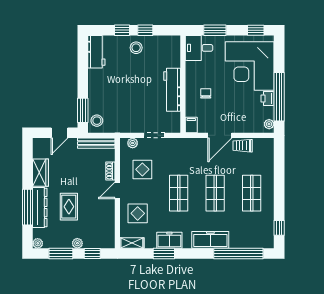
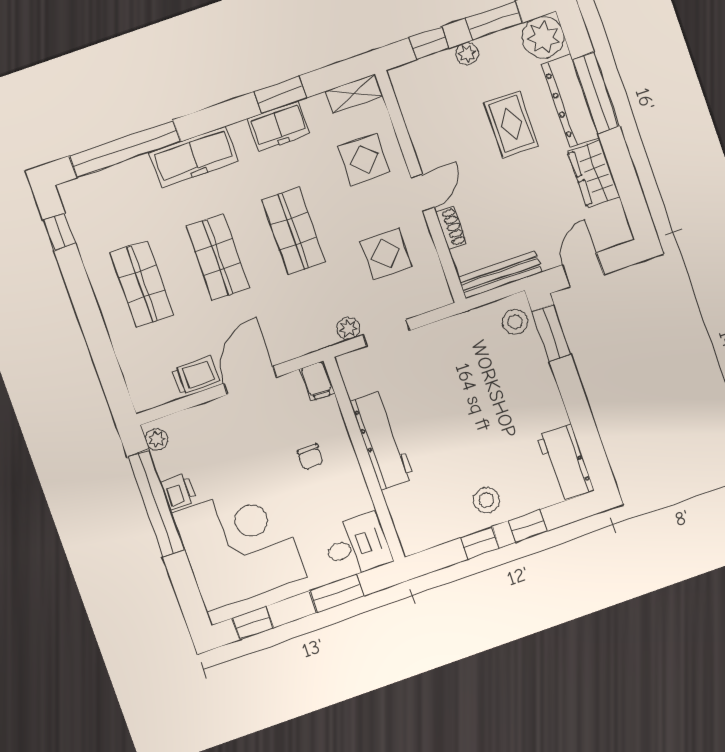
plant: (133, 143) -> (348, 328), moved
plant: (38, 243) -> (543, 37), width x1.88, depth x1.88

